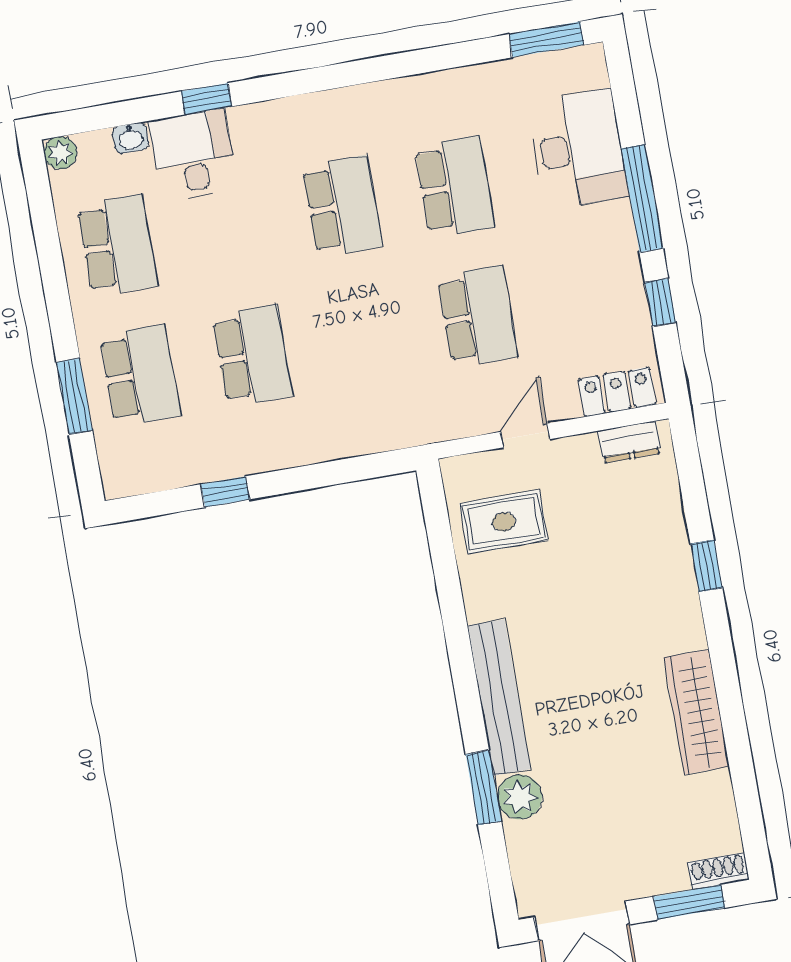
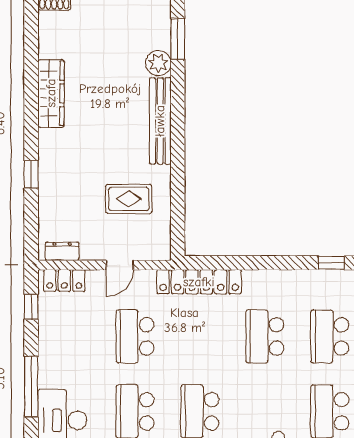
window: (660, 302) -> (31, 307), moved
locker: (383, 431) -> (199, 282), added
window: (225, 492) -> (332, 263), moved
rug: (504, 522) -> (129, 199), moved
window: (484, 788) -> (178, 39), moved

